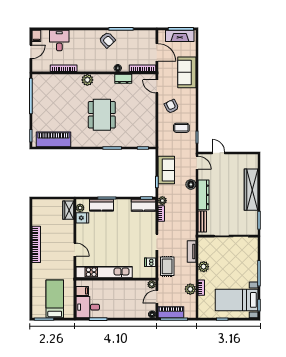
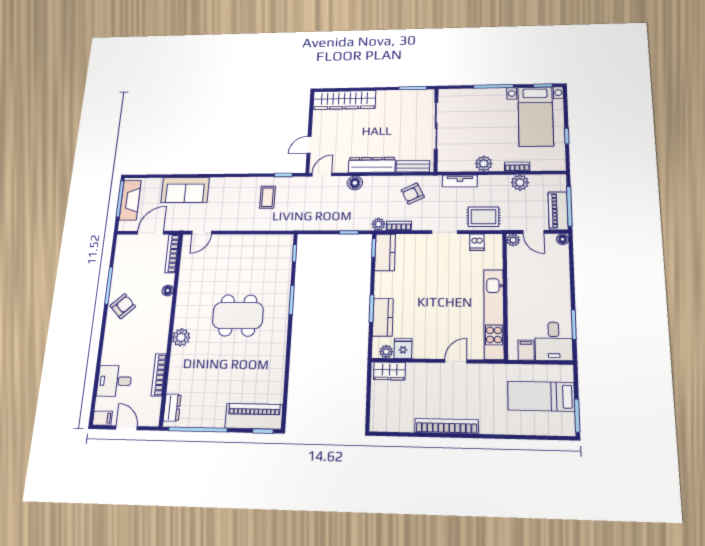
dresser: (123, 79) -> (172, 408), moved
armchair: (171, 106) -> (413, 194), moved
piano: (53, 139) -> (254, 416), moved, turned 90
sofa: (166, 170) -> (331, 219), removed
wardrobe: (251, 190) -> (344, 100), moved

